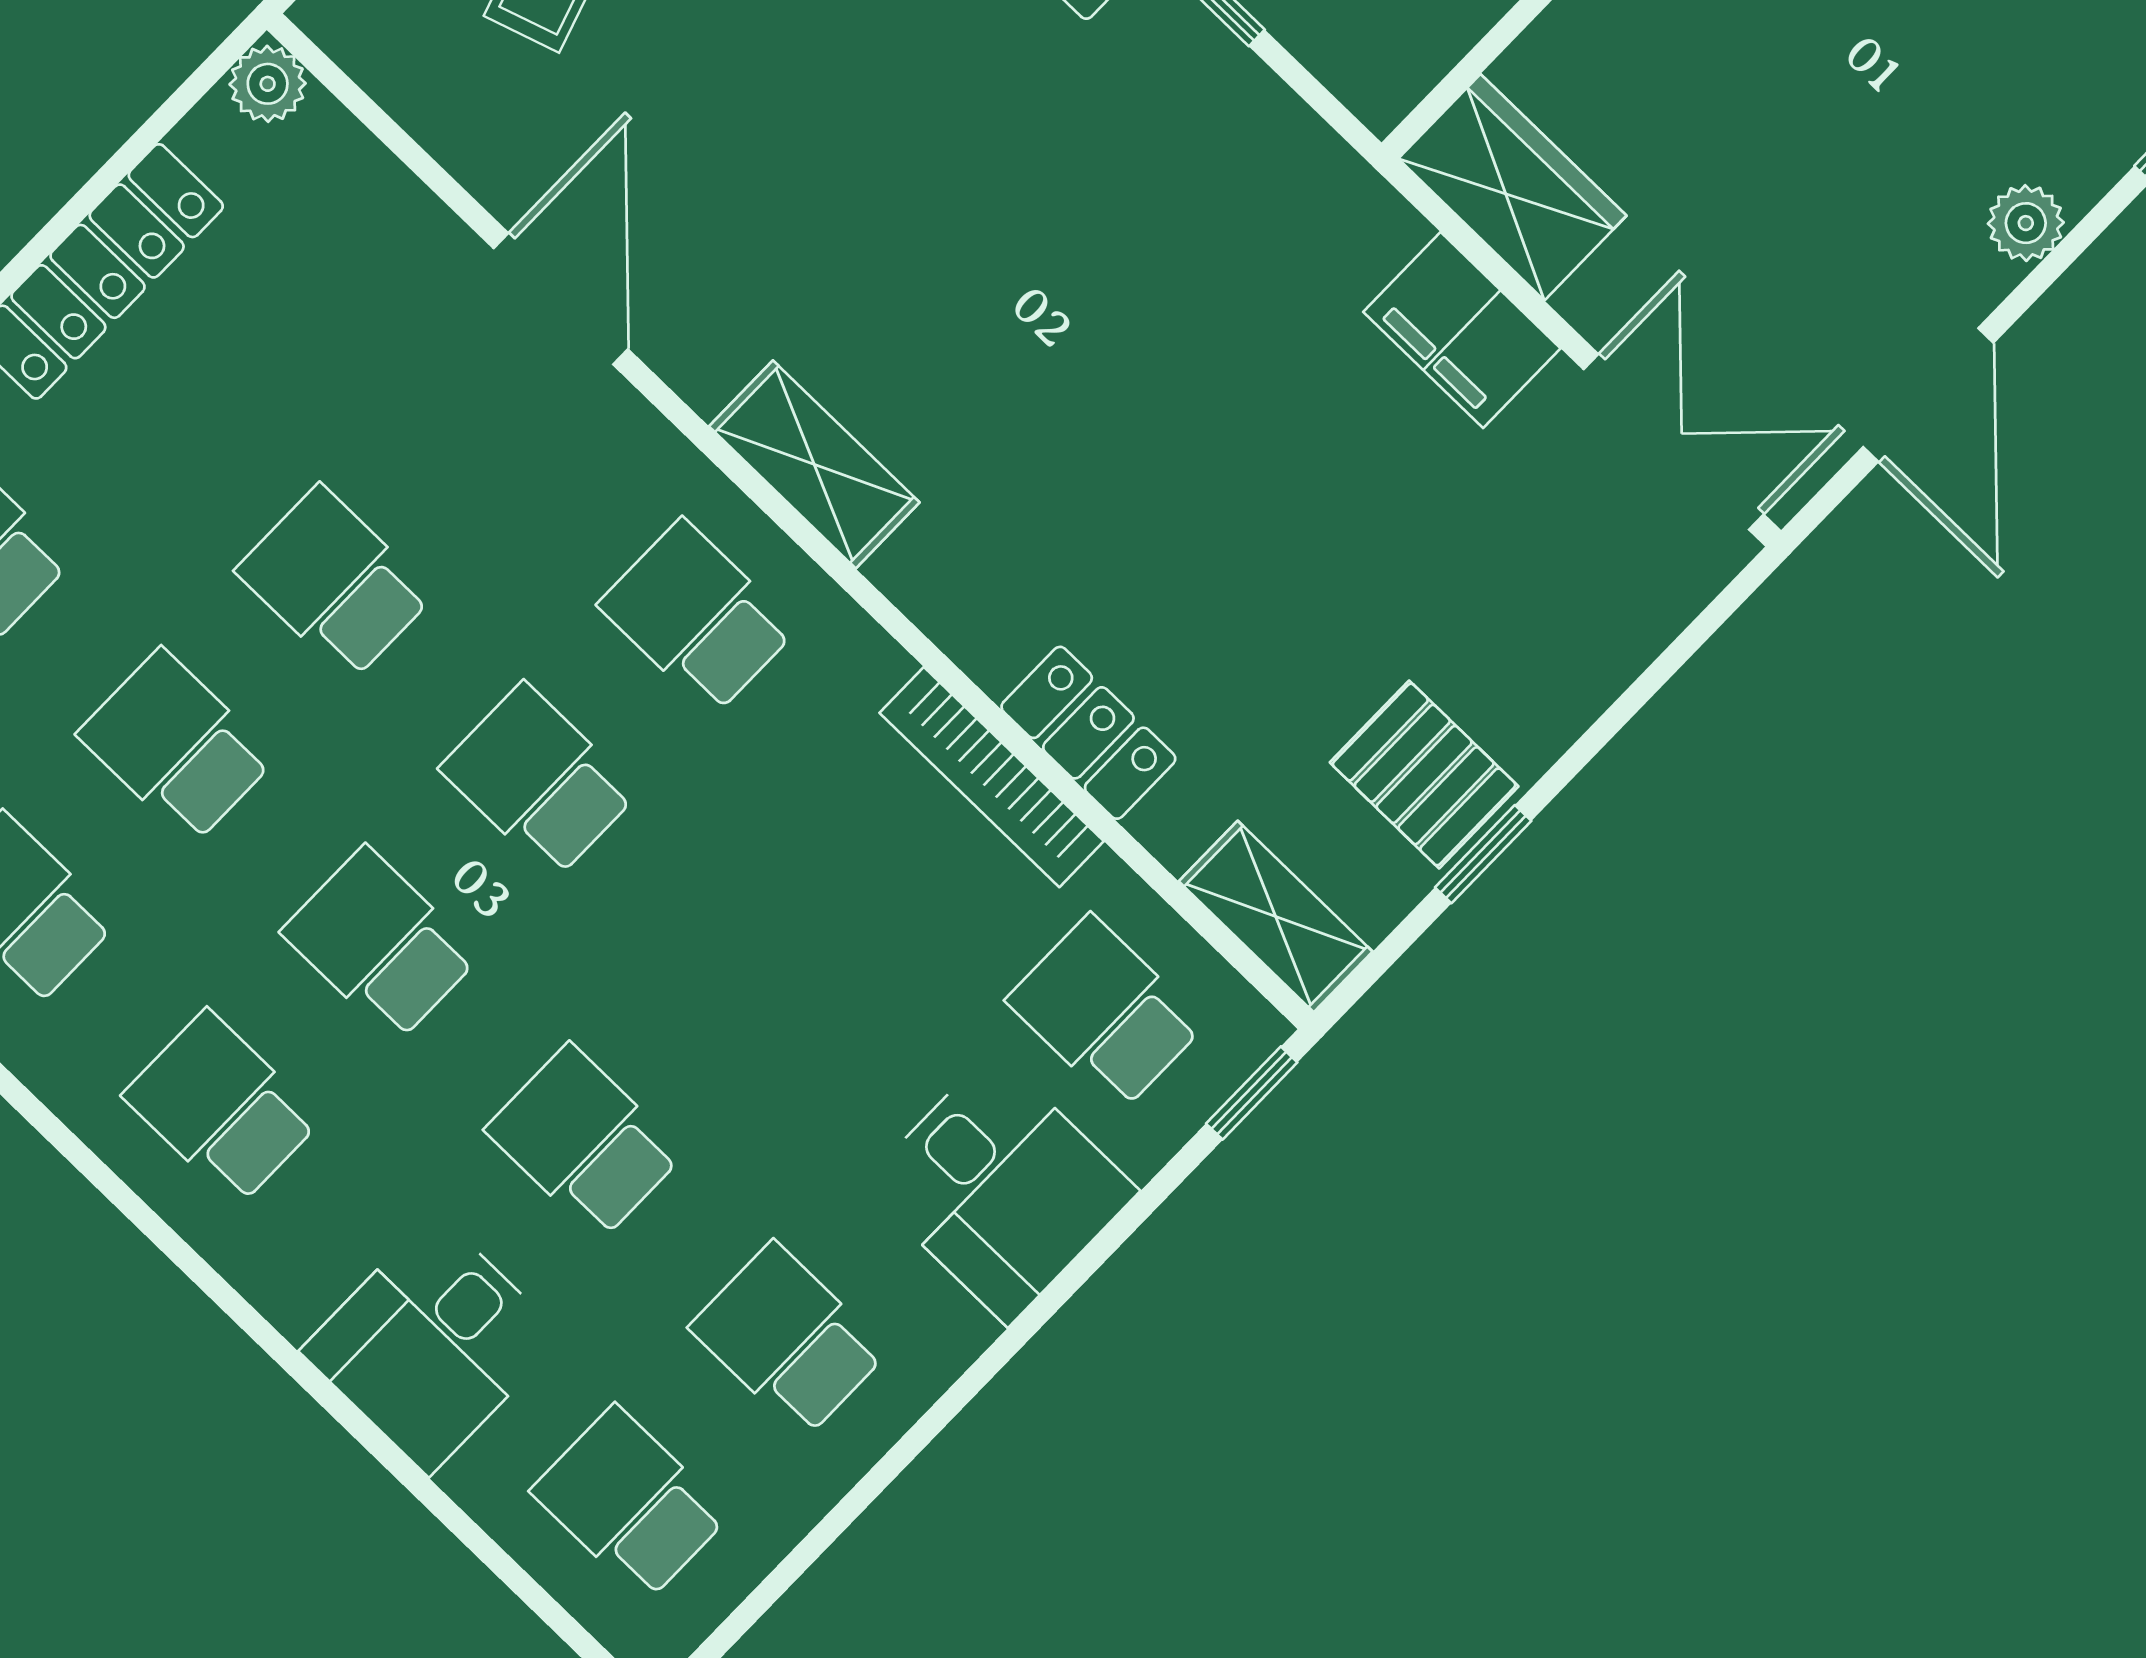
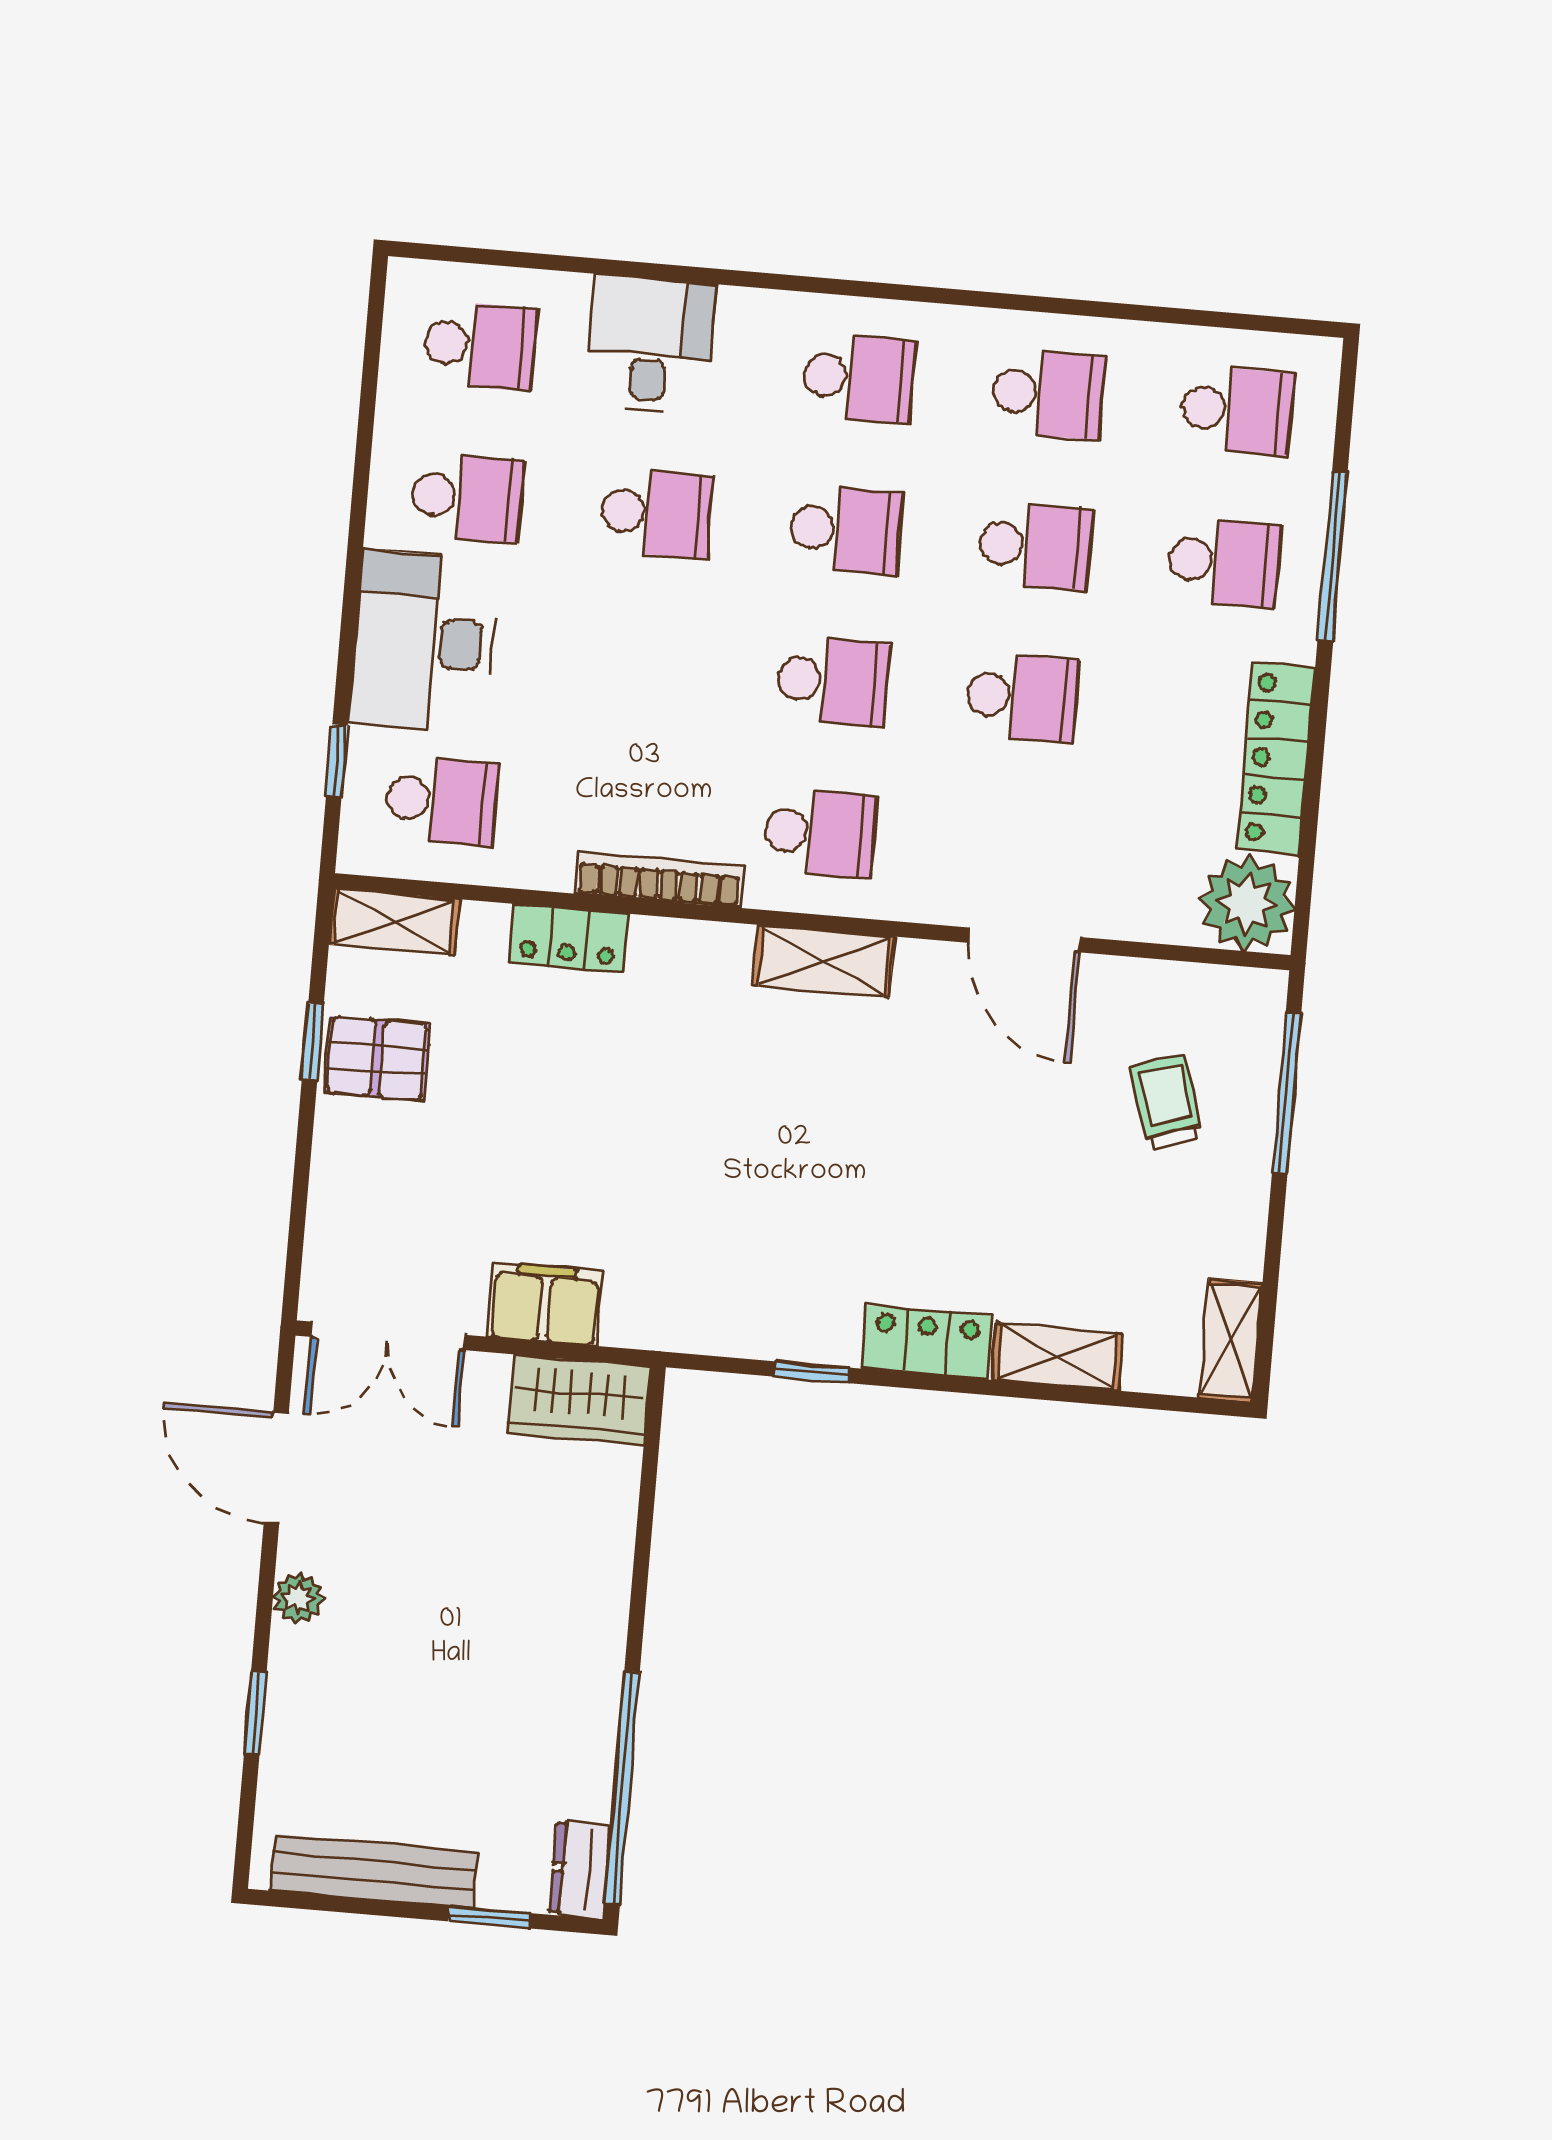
plant: (268, 84) -> (1247, 903), width x1.87, depth x1.87
bookcase: (992, 777) -> (659, 879), moved
window: (1252, 1093) -> (337, 761), moved
desk: (1000, 1188) -> (424, 642), width x1.37

